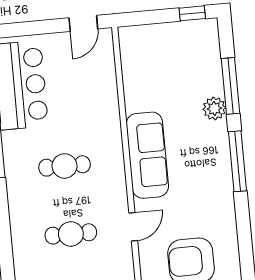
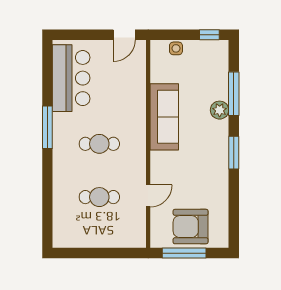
side table: (151, 35) -> (176, 48), added
sofa: (147, 155) -> (164, 117), moved
window: (237, 161) -> (234, 153), width x0.69

